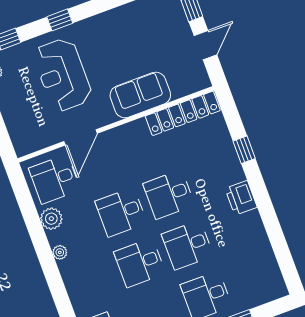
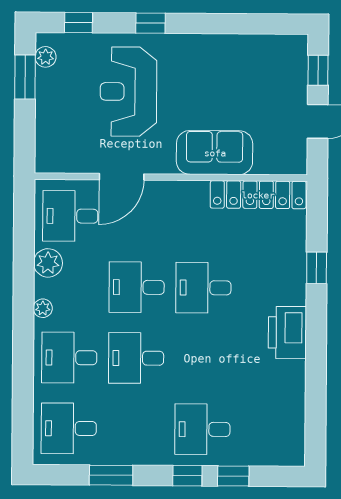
printer: (241, 198) -> (287, 333), width x1.37, depth x1.19
desk: (188, 245) -> (69, 358), moved

